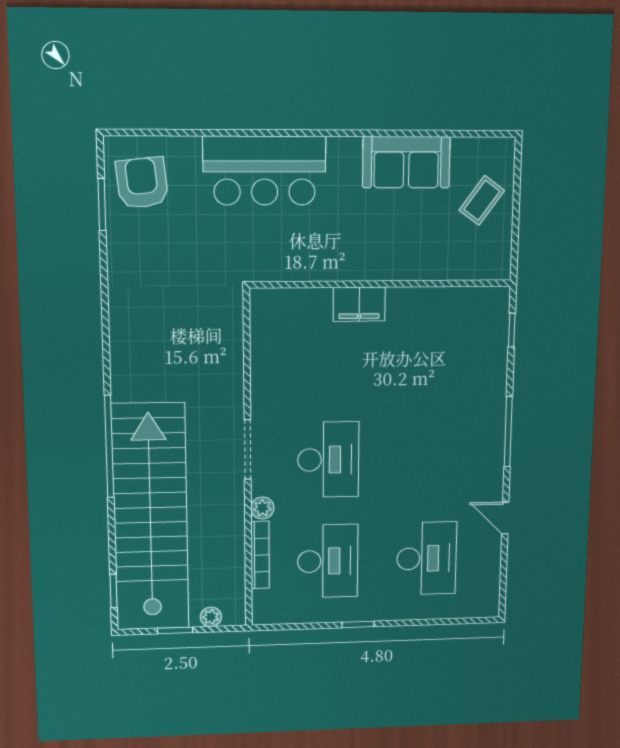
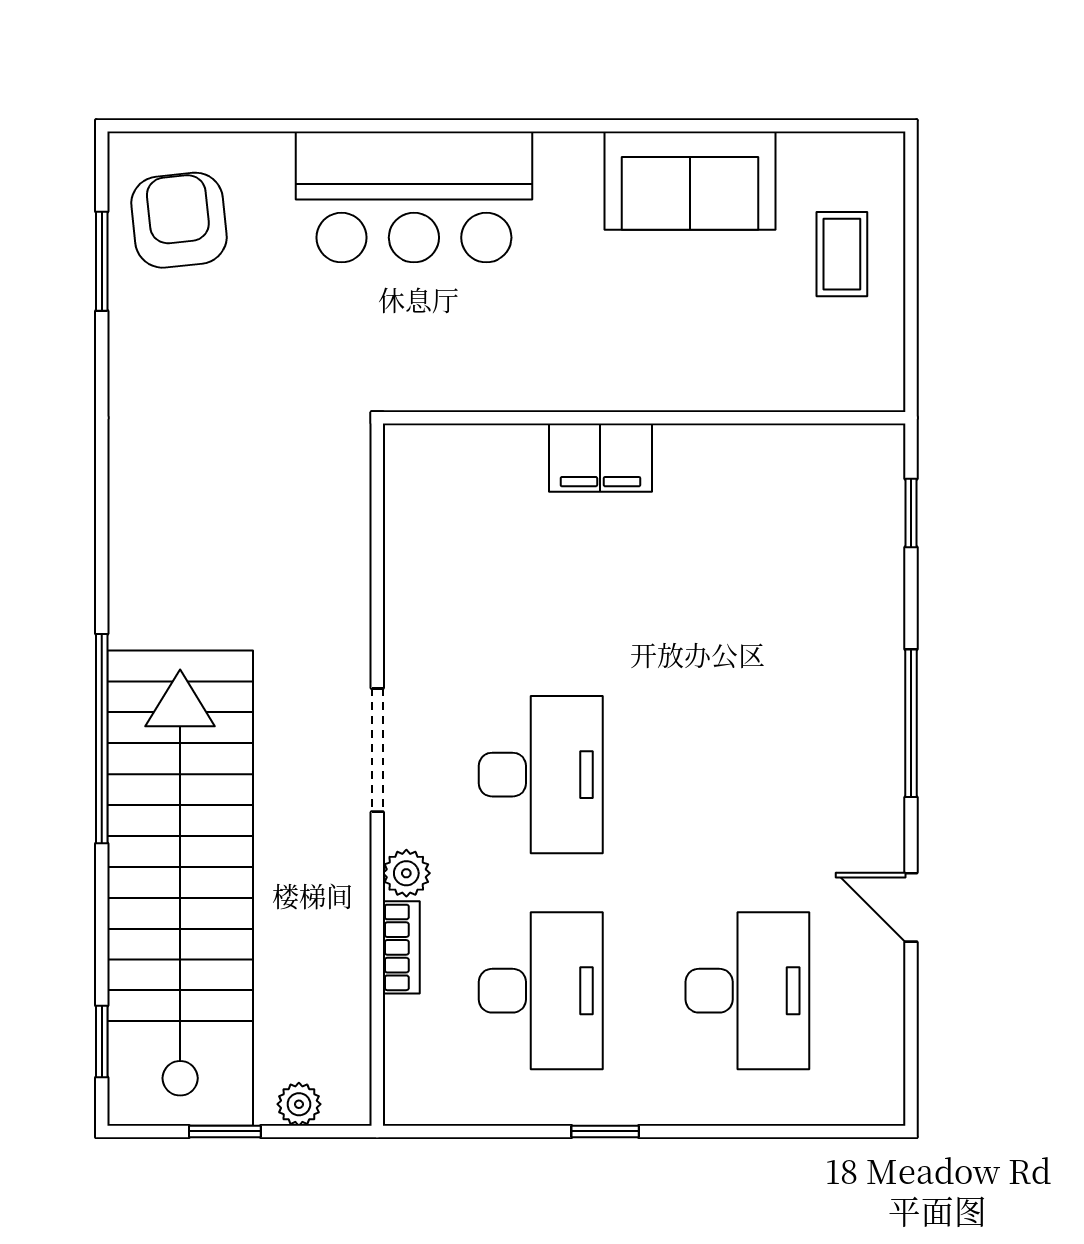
coffee table: (482, 200) -> (842, 254), turned -36
bookcase: (260, 555) -> (401, 947), width x0.64

